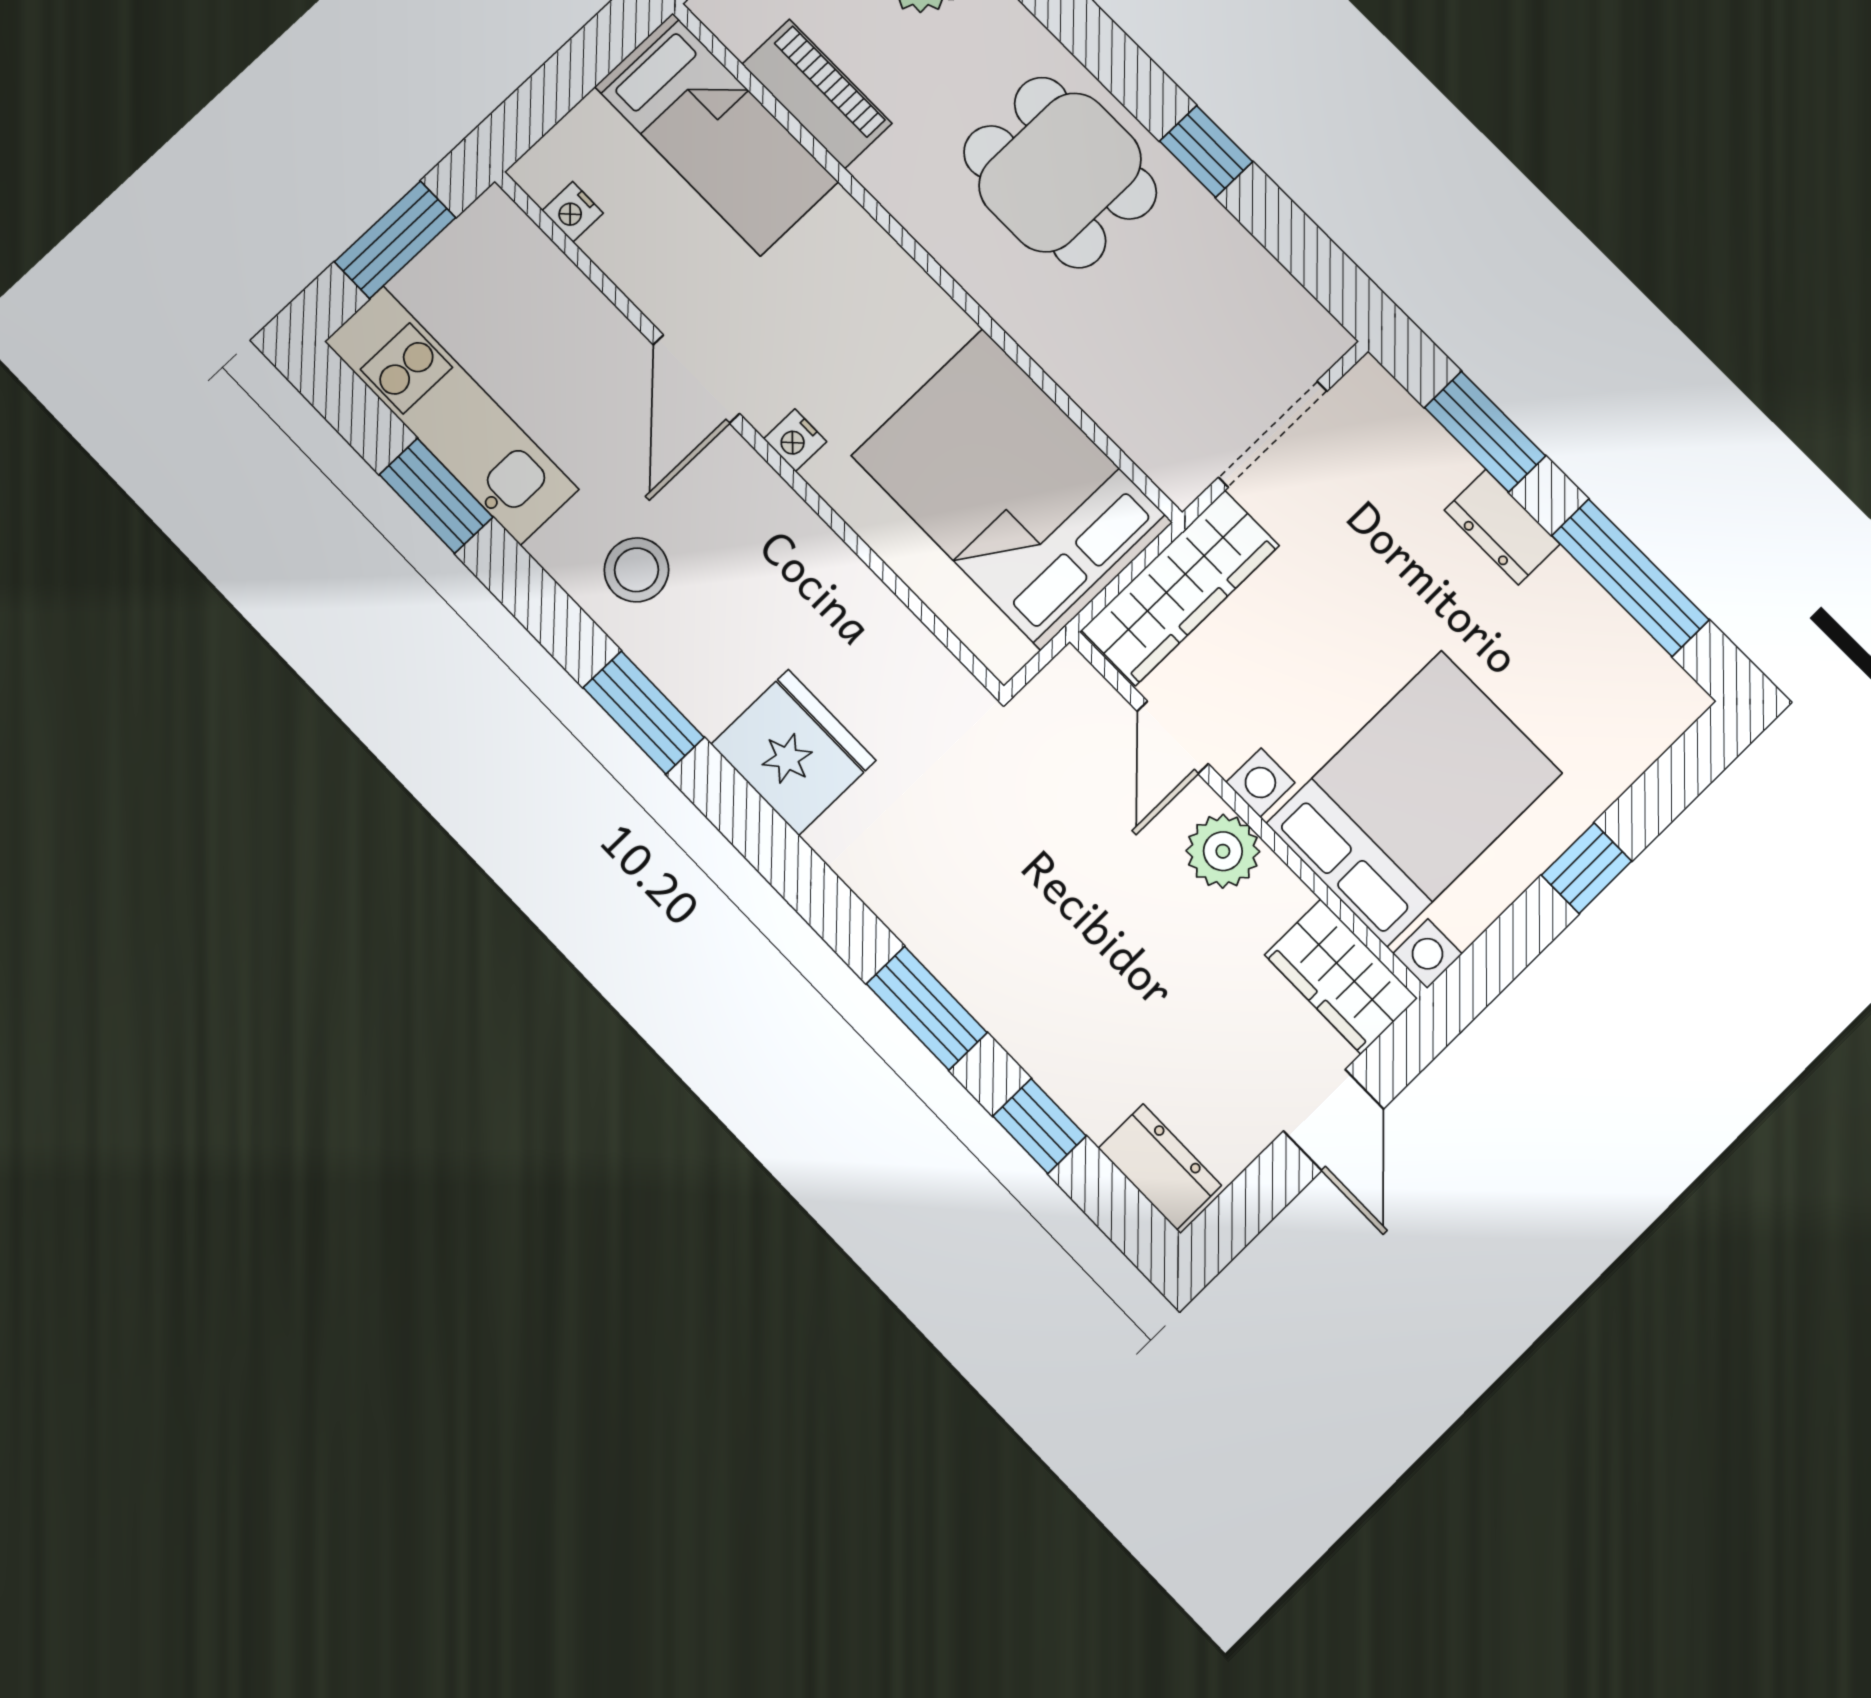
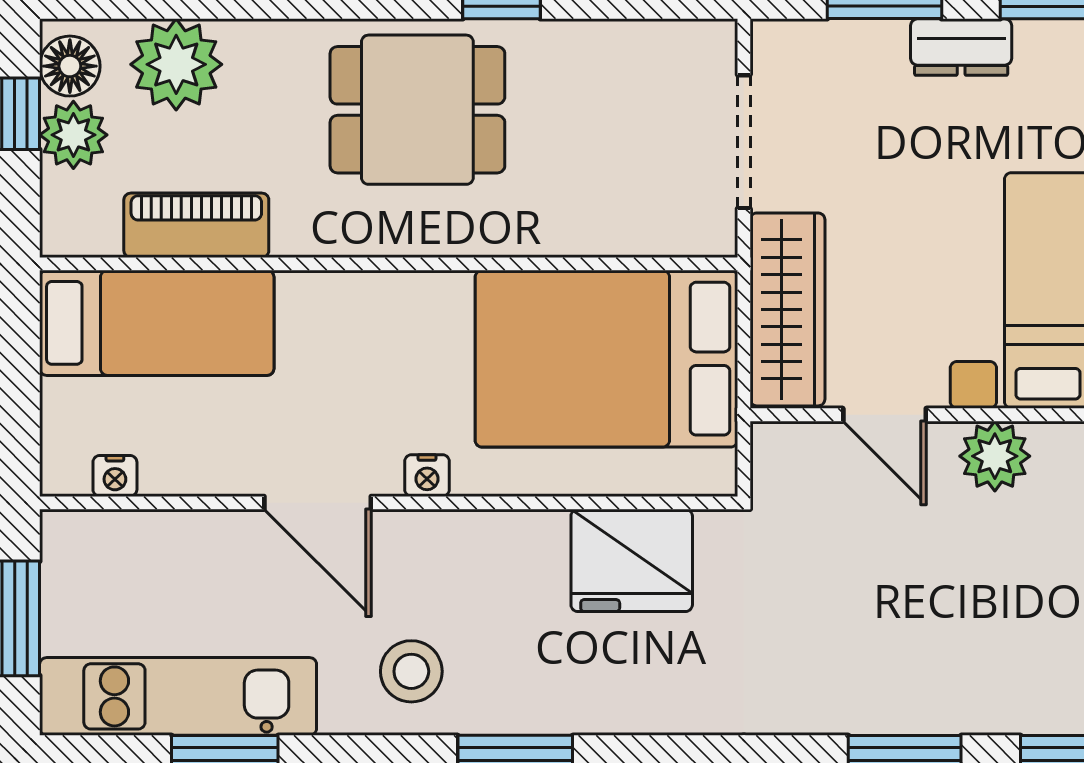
fridge: (793, 752) -> (632, 560), moved, turned 180

